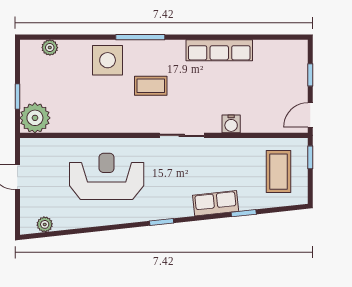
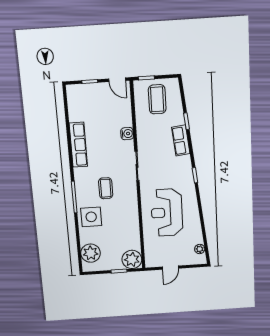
plant: (50, 48) -> (91, 253), width x1.87, depth x1.87
coffee table: (278, 172) -> (157, 99), turned 90

